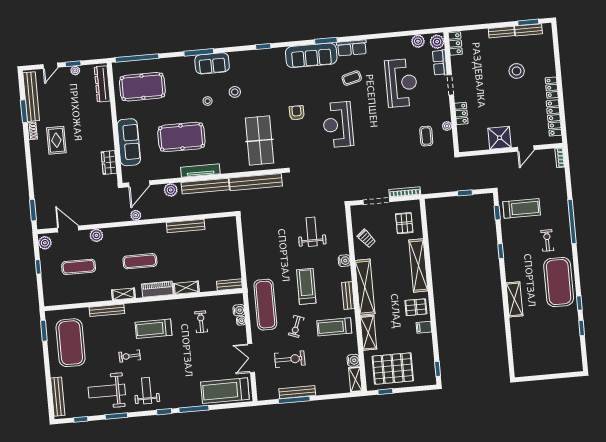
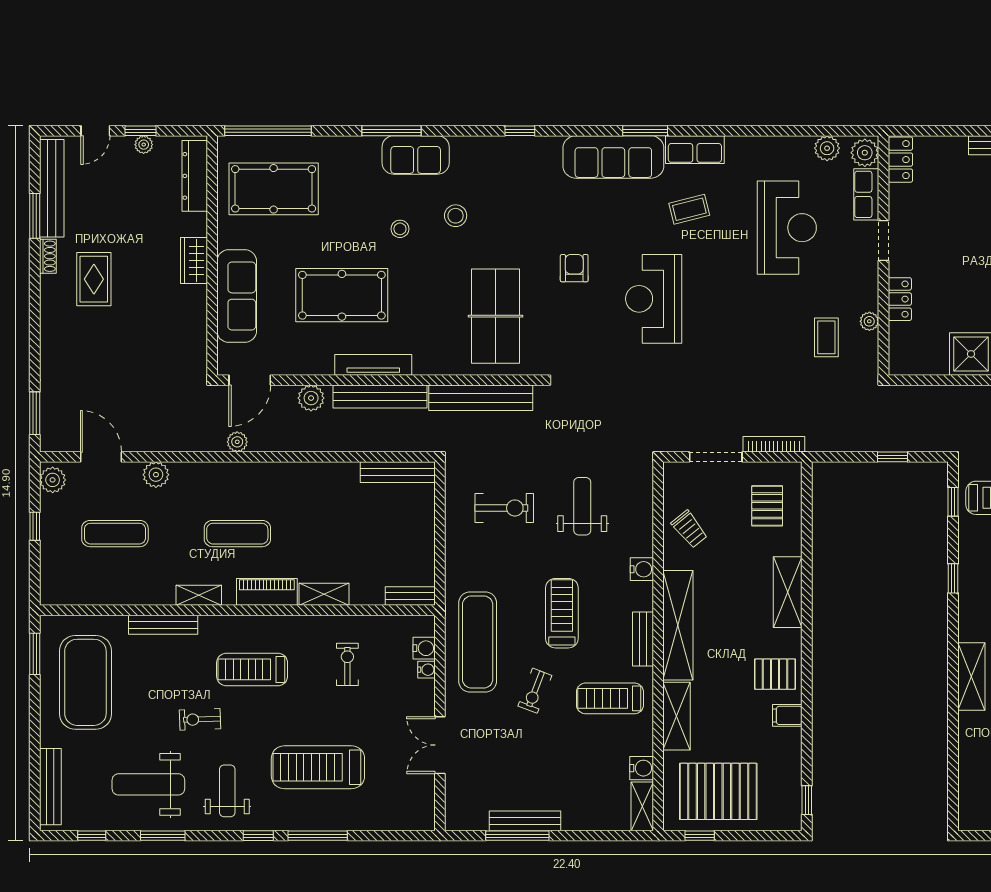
wardrobe: (109, 162) -> (194, 260), moved
bench: (186, 226) -> (398, 472), moved
shelving: (418, 265) -> (788, 592), width x0.68
exercise bike: (290, 359) -> (504, 508), moved
treadmill: (225, 391) -> (318, 767), moved

